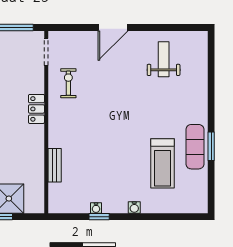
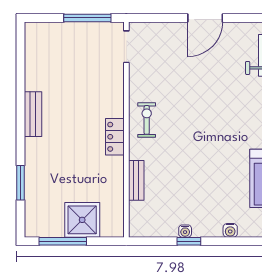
exercise bike: (68, 83) -> (147, 120), moved
locker: (36, 109) -> (115, 137), moved

